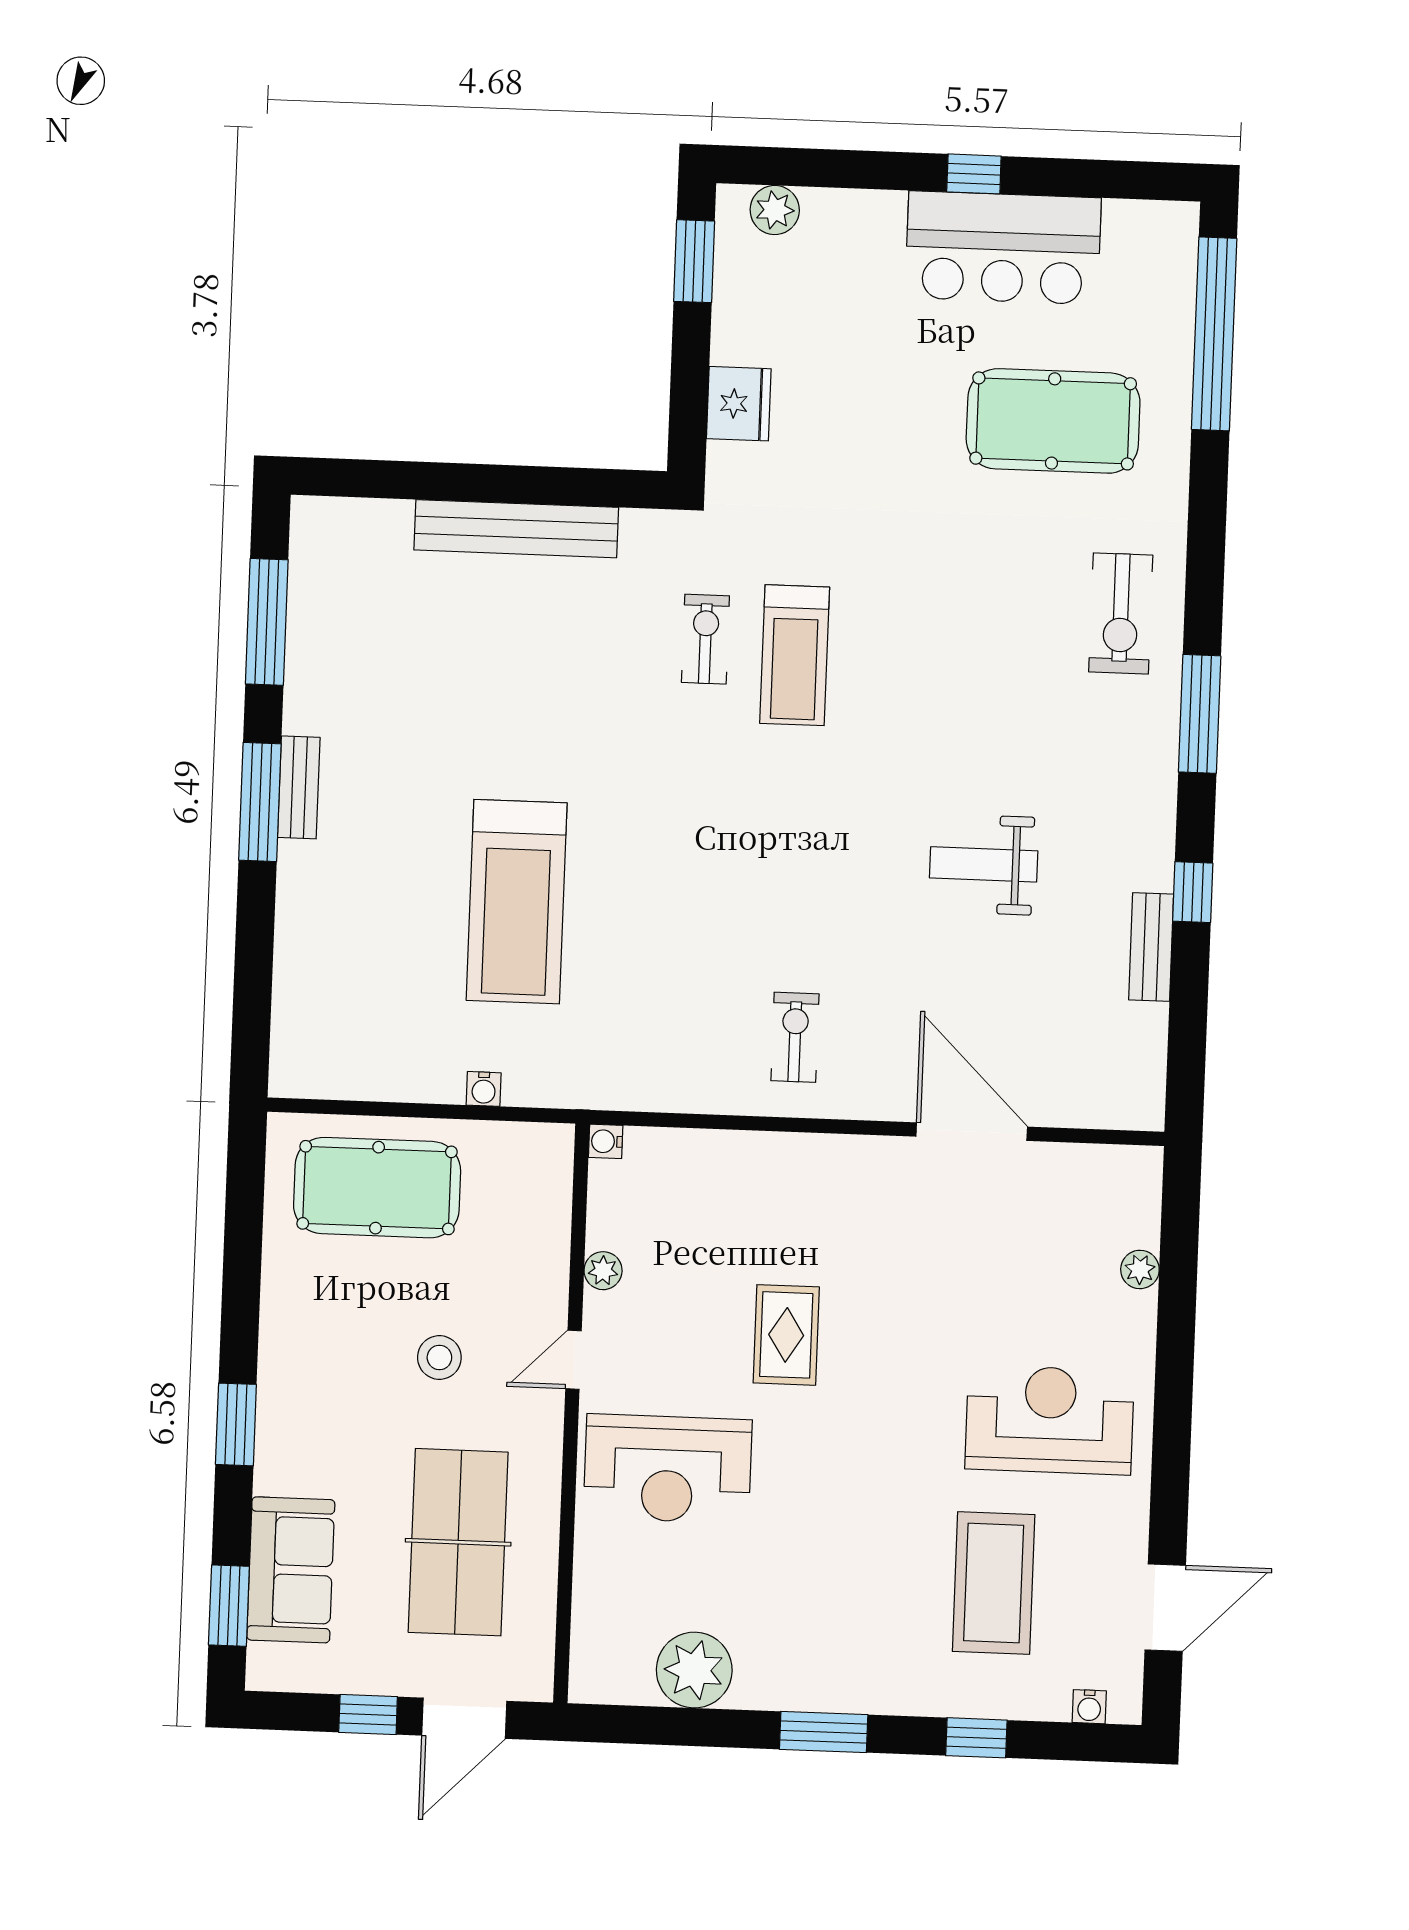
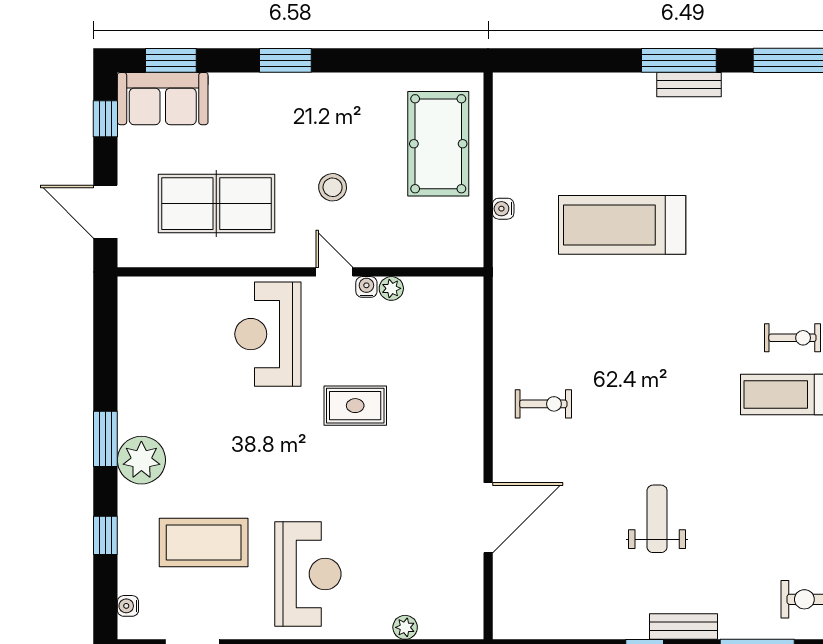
bench: (1151, 947) -> (683, 627), moved
water cooler: (606, 1141) -> (366, 287), moved
sofa: (291, 1570) -> (163, 99), moved
plant: (694, 1670) -> (141, 460), moved
window: (368, 1714) -> (105, 119), moved

